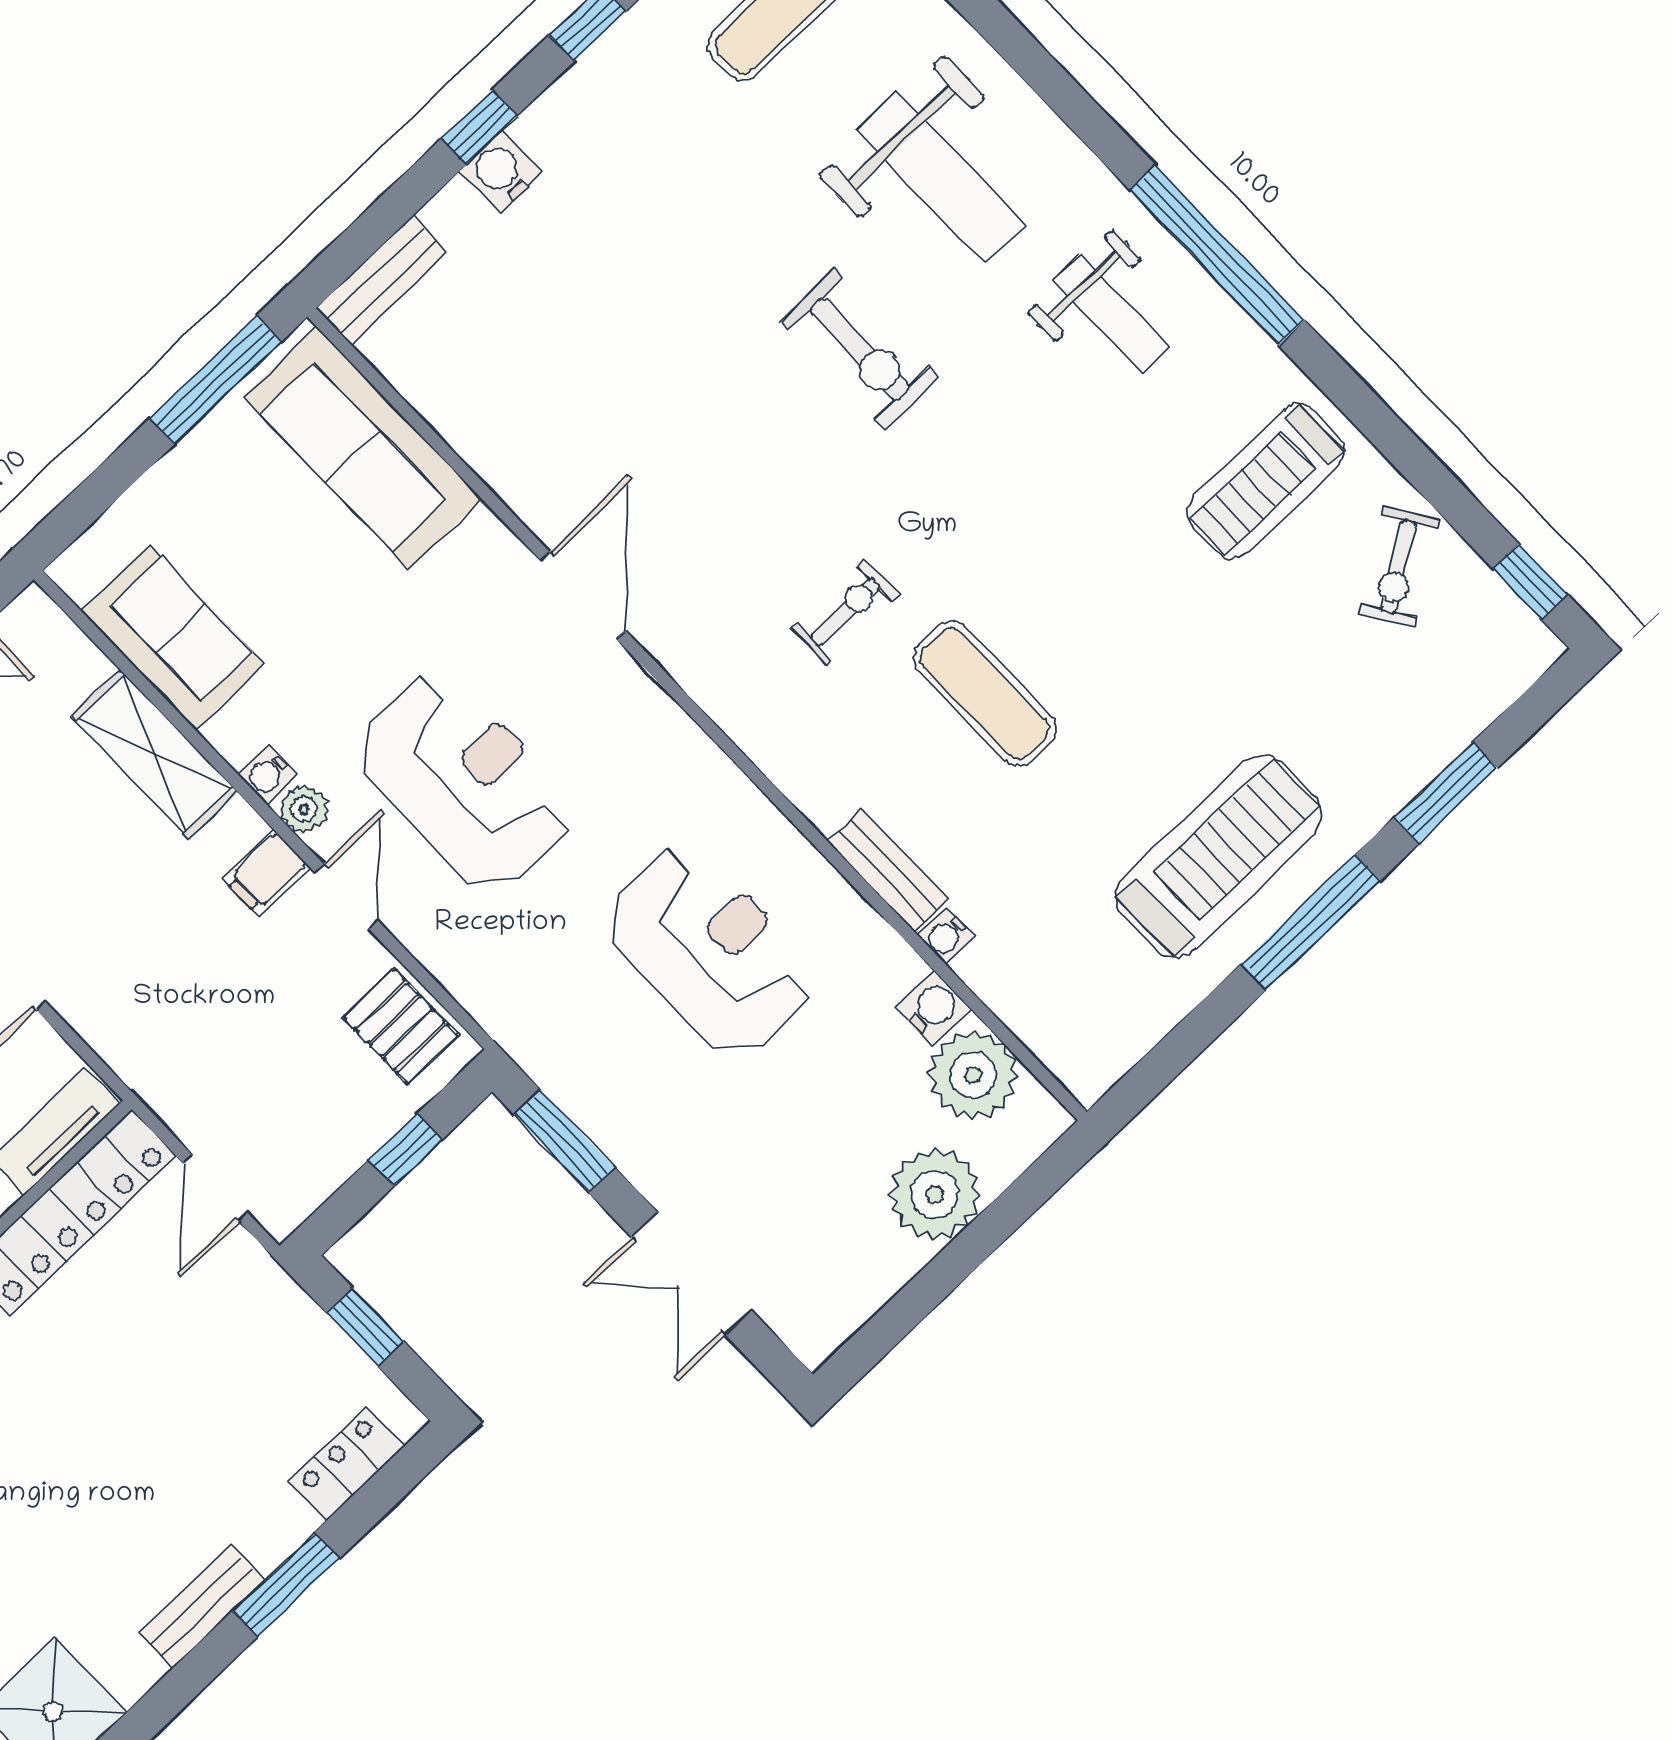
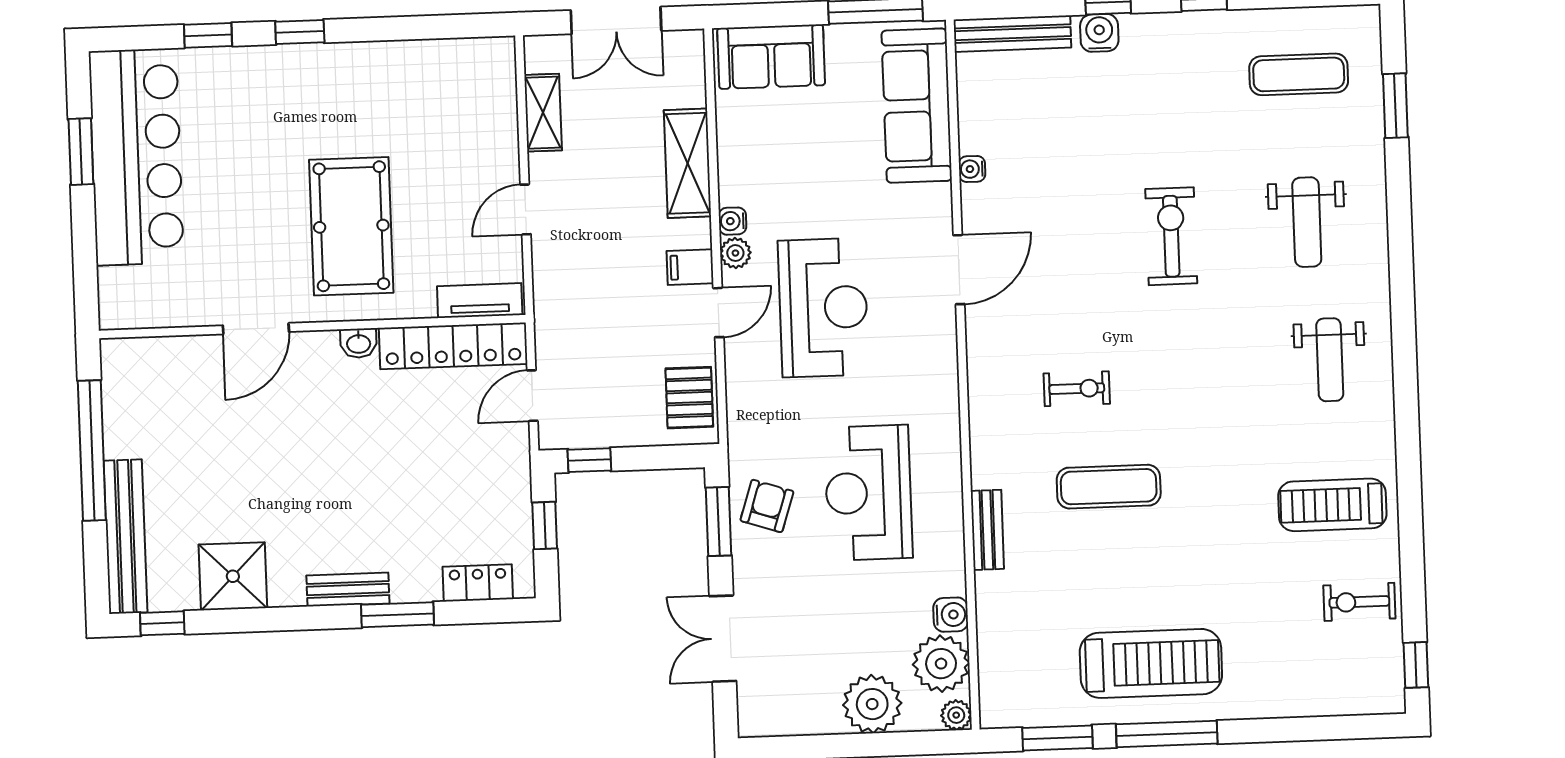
weight bench: (941, 177) -> (1307, 222), width x0.73, depth x0.75
window: (1217, 255) -> (1405, 377), removed
bench: (382, 280) -> (1012, 34), width x1.36
exercise bike: (860, 349) -> (1171, 236), moved, turned 180
exercise bike: (1398, 567) -> (1359, 602), turned 33
sofa: (172, 637) -> (771, 57), moved, turned 90
exercise mat: (985, 693) -> (1109, 487), turned 90
window: (1446, 793) -> (1058, 738), moved
water cooler: (946, 936) -> (972, 169), moved
reception desk: (710, 951) -> (868, 493), turned 180
armchair: (605, 1072) -> (767, 506), added
plant: (1045, 1120) -> (956, 715), added
window: (406, 1150) -> (589, 460), moved

